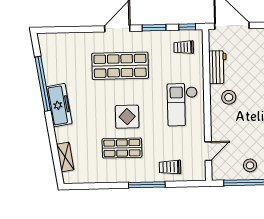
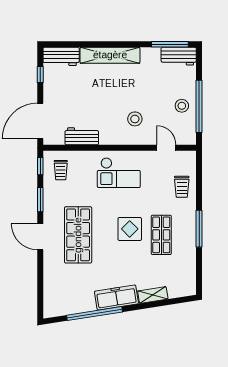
stool: (229, 97) -> (135, 119), moved
shelving: (65, 157) -> (153, 295), moved
window: (147, 185) -> (199, 229), moved

